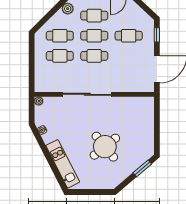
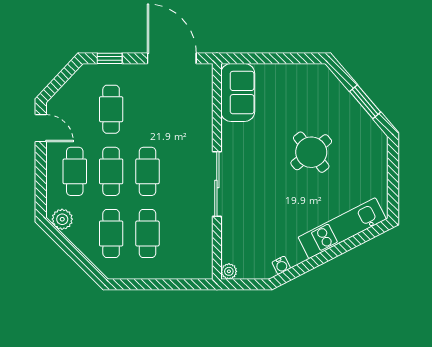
sliding door: (87, 94) -> (217, 184), width x0.73
sofa: (138, 106) -> (238, 93), added
round table: (105, 147) -> (311, 152), width x0.73, depth x0.73
window: (142, 168) -> (365, 102), moved

